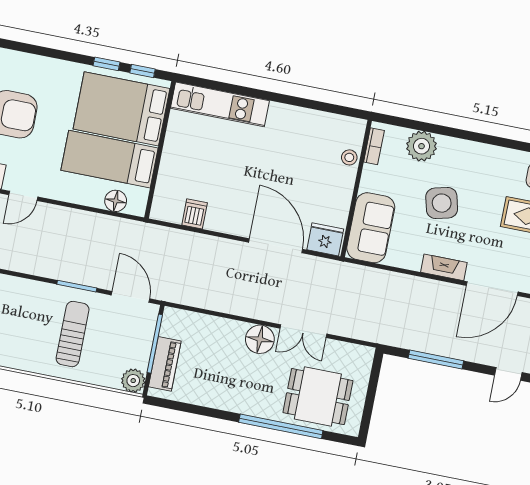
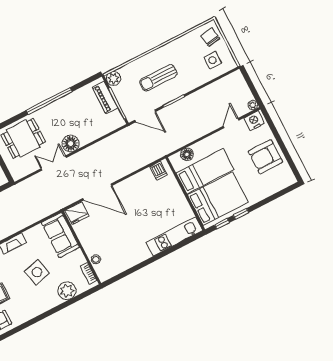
dishwasher: (195, 214) -> (159, 171), moved
sun lounger: (73, 334) -> (158, 78), turned 90
window: (281, 426) -> (49, 101), moved

